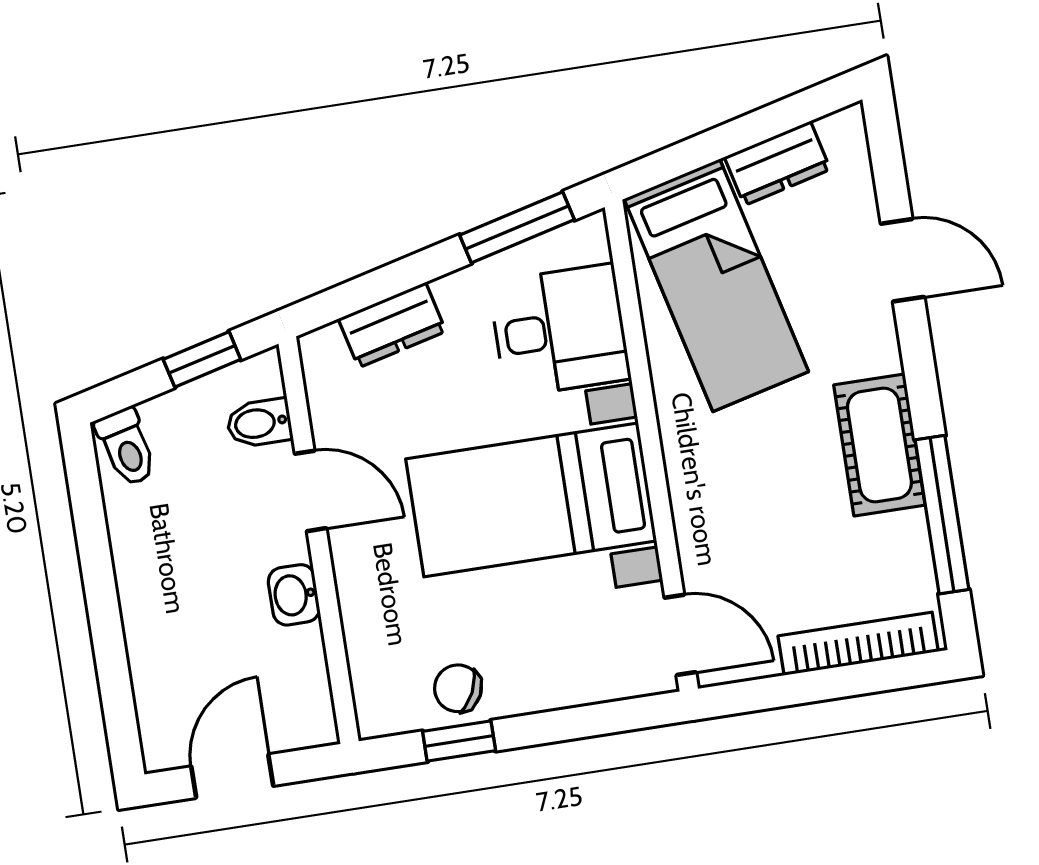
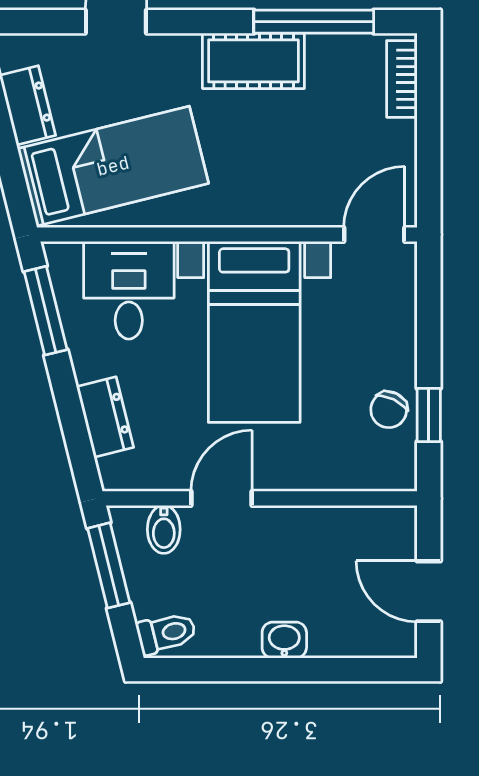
window: (202, 359) -> (109, 565), width x1.50
washbasin: (294, 595) -> (284, 640), moved, turned 180
bookcase: (858, 644) -> (402, 79), width x0.64

